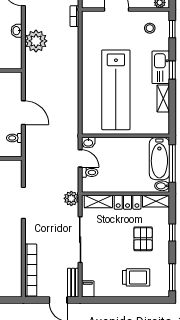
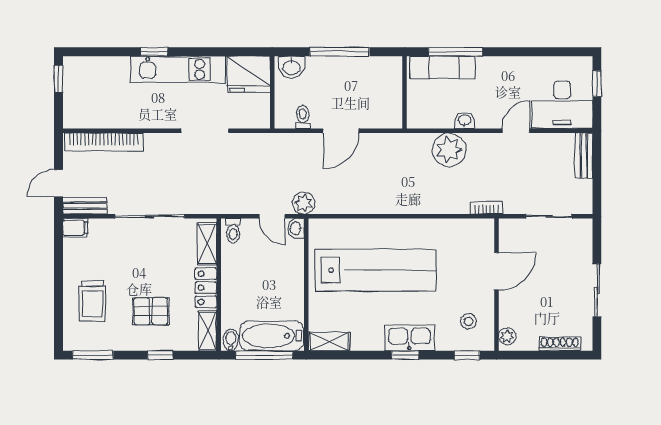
lab bench: (116, 90) -> (376, 270), turned 180
shelving: (163, 98) -> (329, 342), moved
door: (80, 158) -> (272, 216), hinge flipped
toilet: (90, 172) -> (233, 231), moved
plant: (71, 198) -> (304, 203), moved

